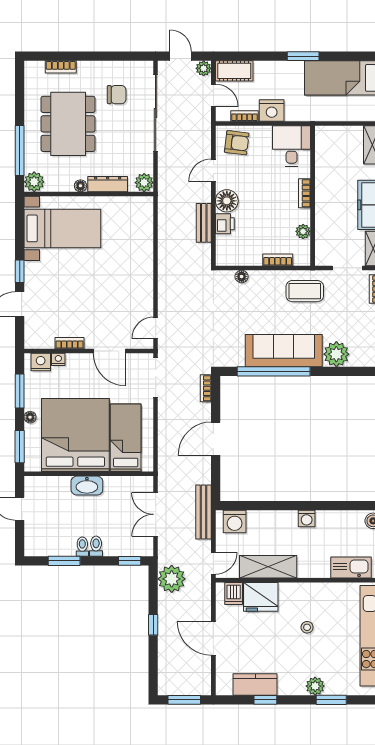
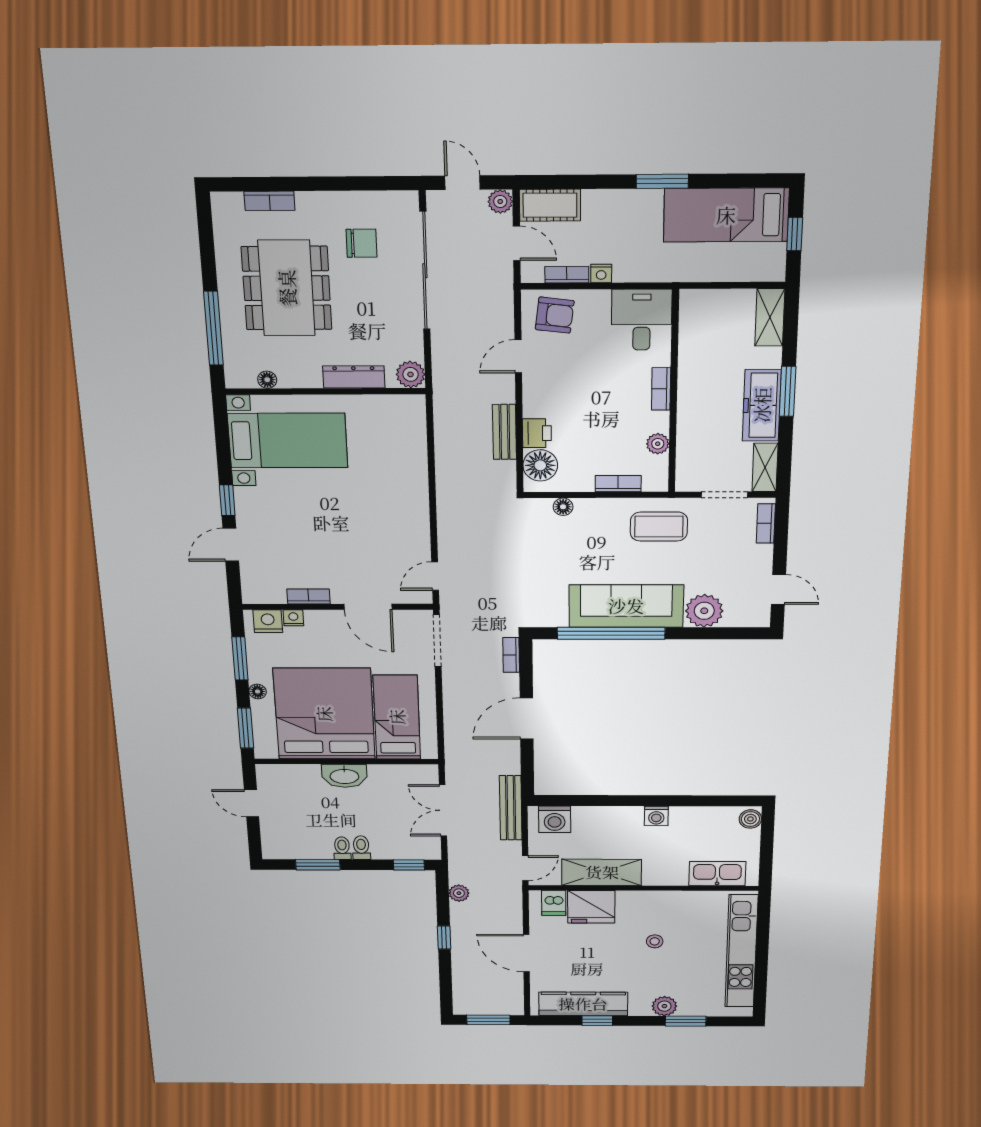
nightstand: (272, 110) -> (601, 273), width x0.53, depth x0.56
plant: (34, 182) -> (240, 374), removed
floor lamp: (80, 186) -> (267, 380), moved
floor lamp: (227, 201) -> (540, 465), moved
plant: (172, 579) -> (459, 893), width x0.53, depth x0.53
kitchen counter: (255, 685) -> (583, 1004), width x1.50

